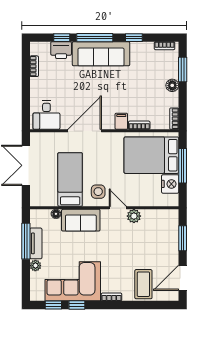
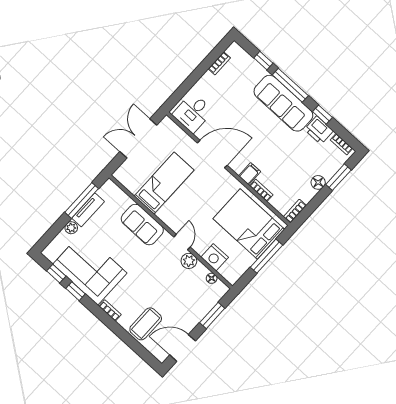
printer: (61, 50) -> (319, 130), moved
nightstand: (170, 184) -> (215, 257), moved, turned 90
side table: (98, 192) -> (178, 214), removed
floor lamp: (56, 214) -> (212, 278), moved

